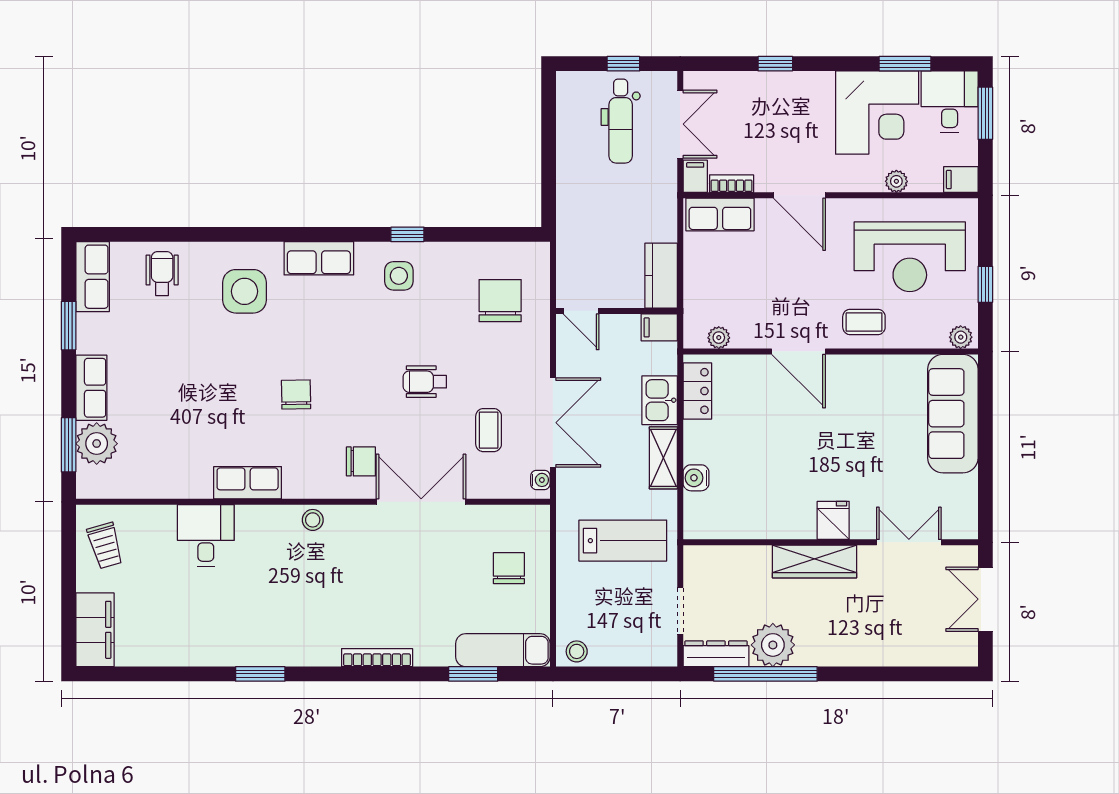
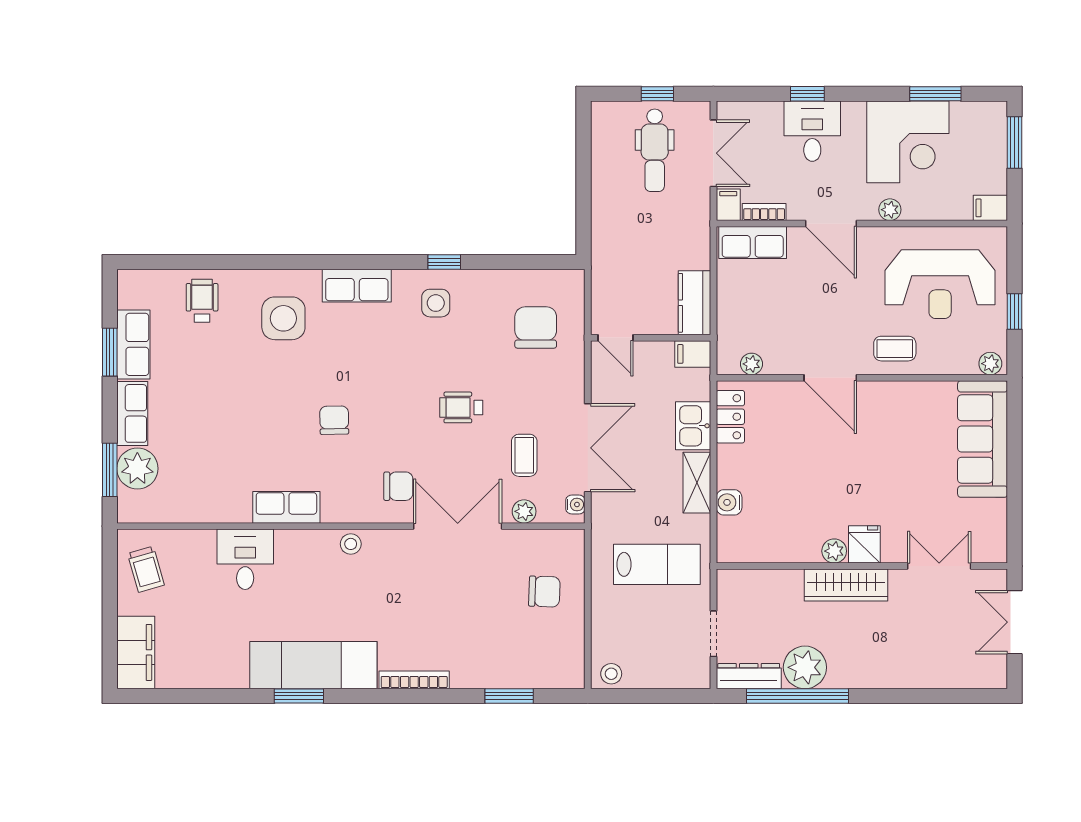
desk: (950, 102) -> (812, 131), moved
plant: (896, 181) -> (890, 210), moved
row of seats: (93, 277) -> (133, 344), moved
plant: (488, 487) -> (524, 511), added
plant: (803, 527) -> (834, 551), added
chair: (509, 568) -> (544, 592), turned 92
exam couch: (503, 650) -> (313, 665), moved, width x1.36, depth x1.45

